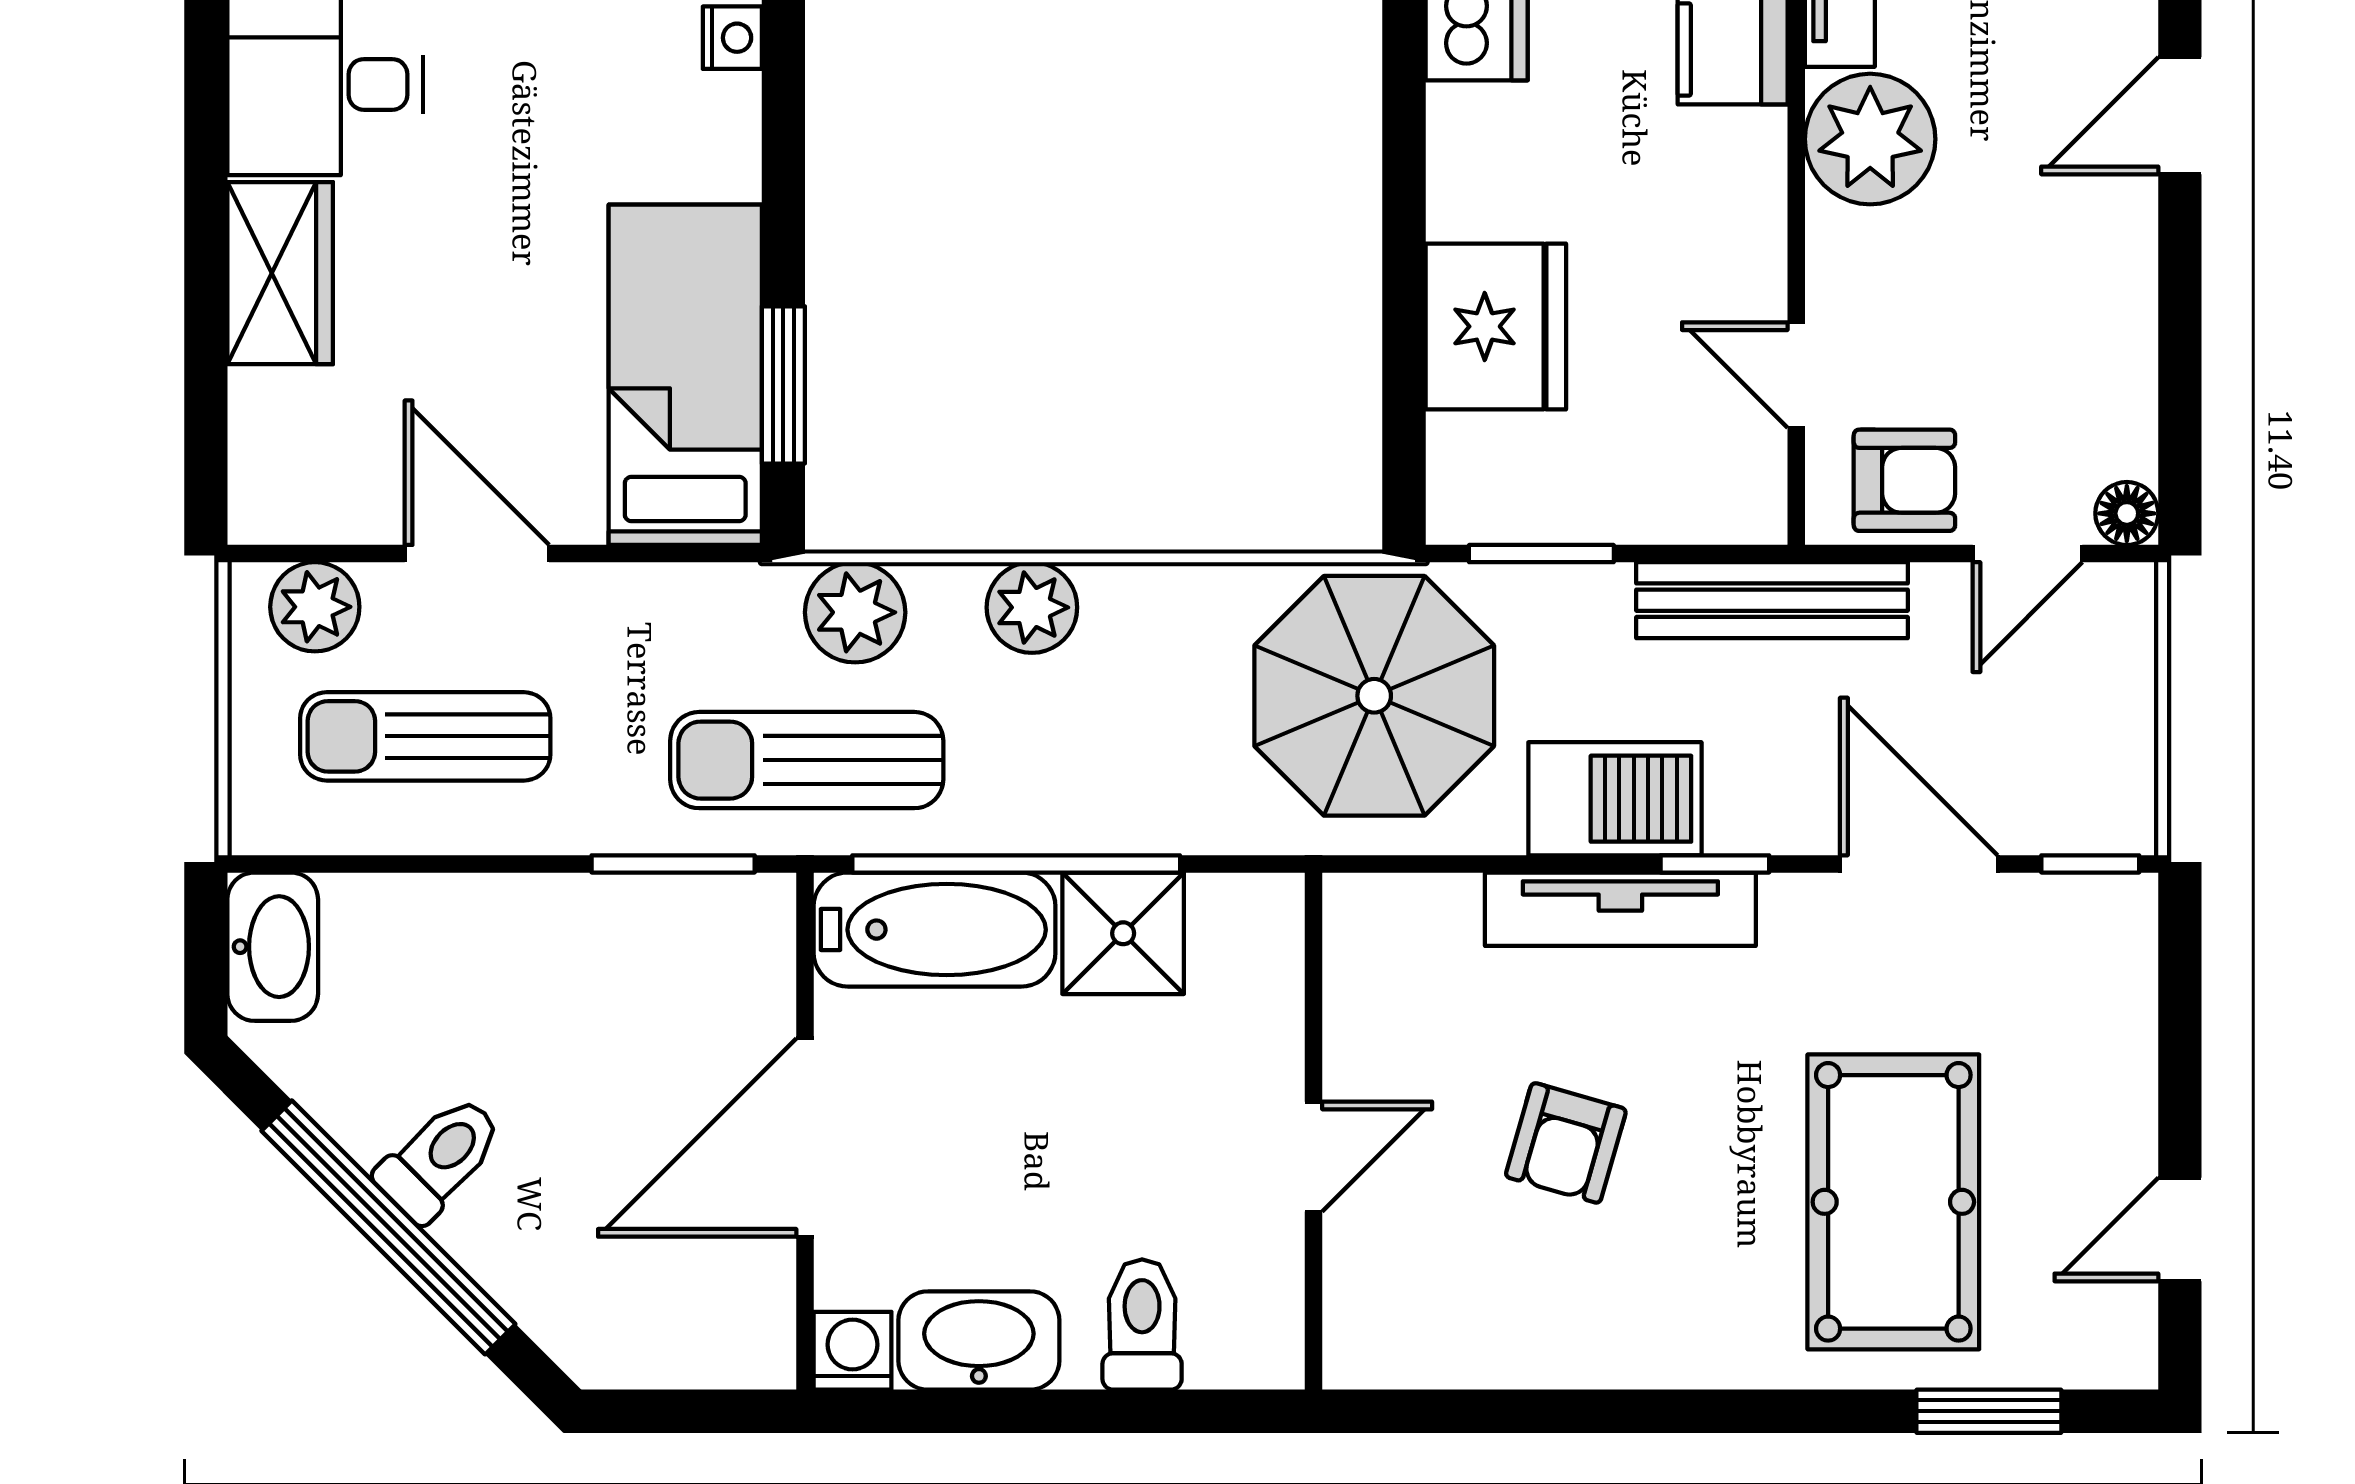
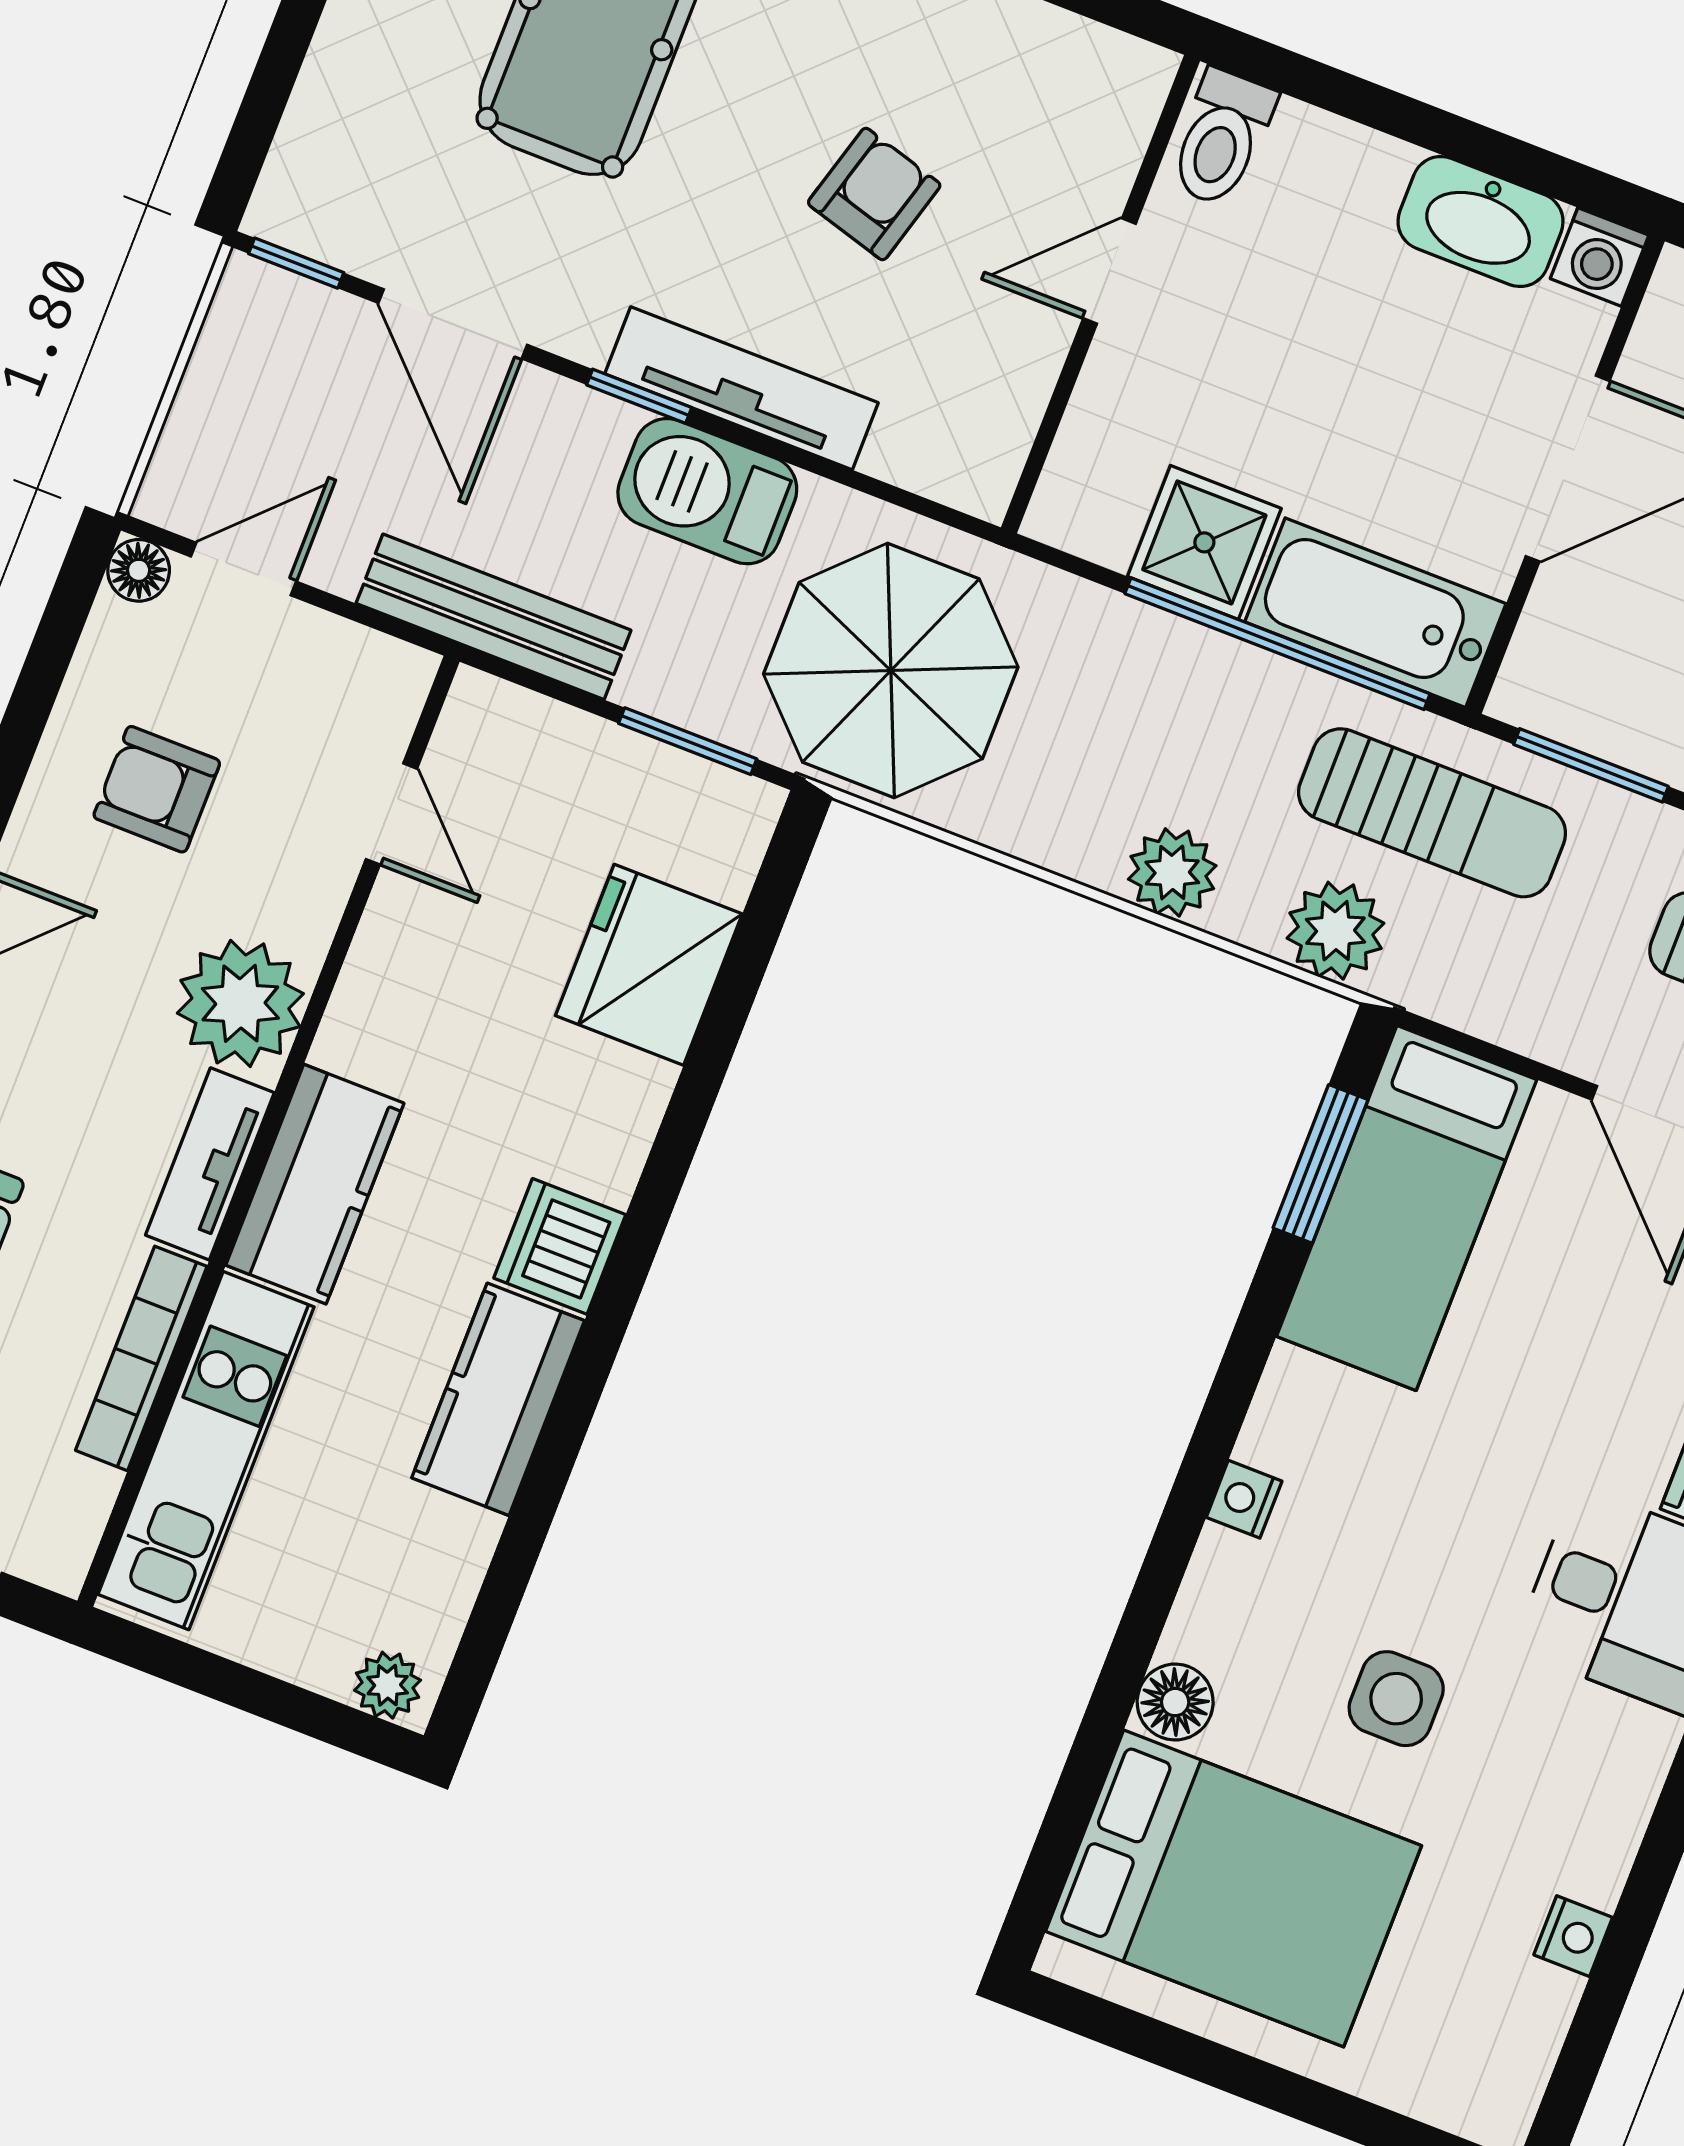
armchair: (1904, 480) -> (157, 789), moved
toilet: (1142, 1324) -> (1222, 138), moved

